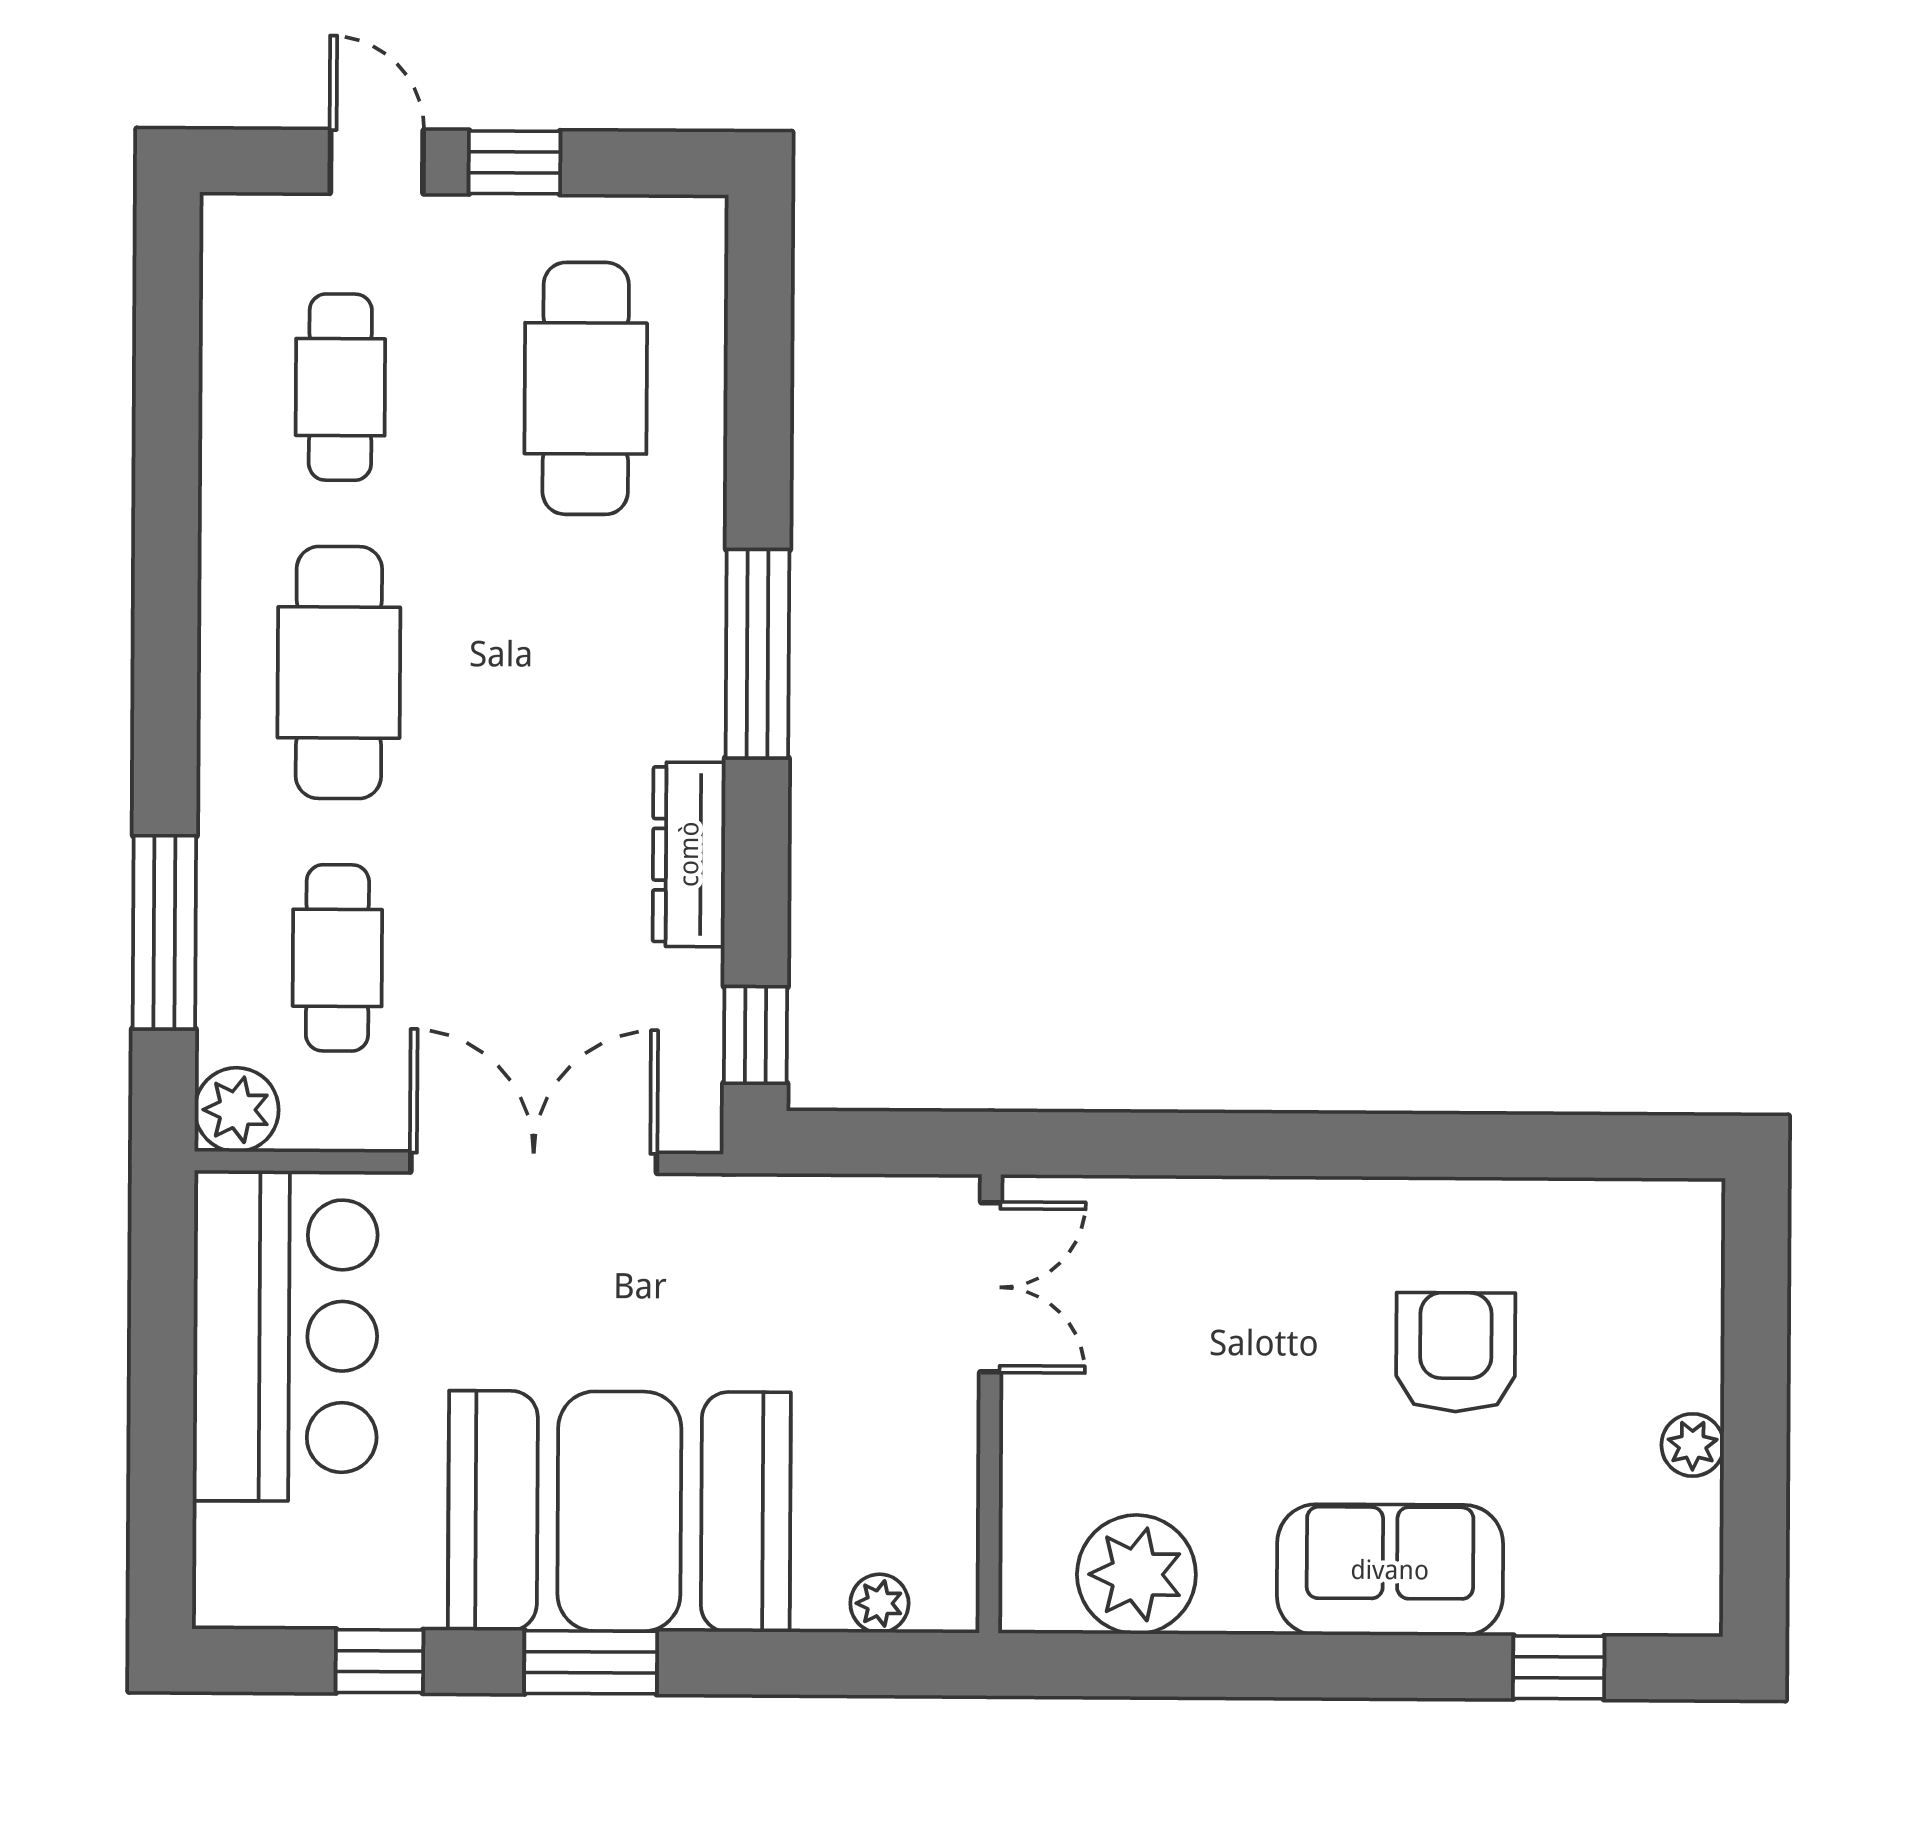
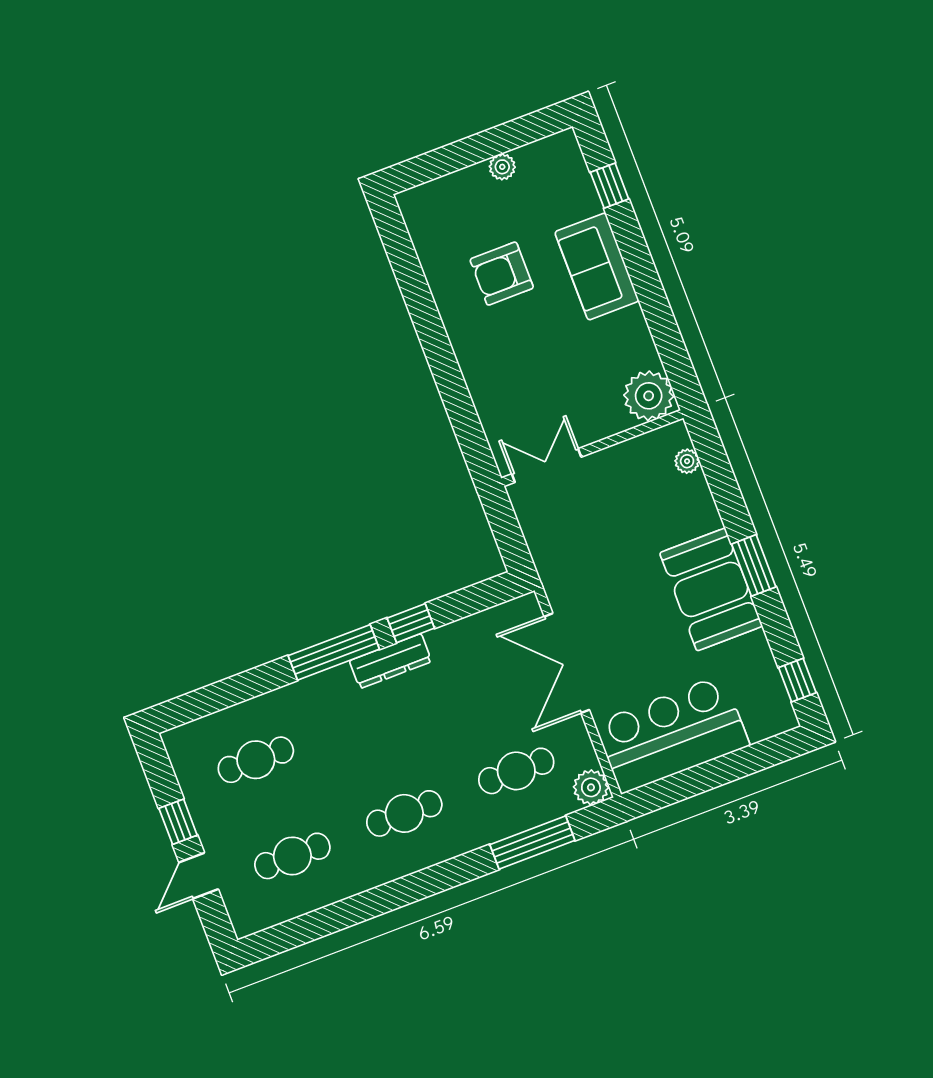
cafe table: (586, 388) -> (256, 760), width x0.73, depth x0.74
cafe table: (339, 672) -> (404, 813), width x0.73, depth x0.74
dresser: (689, 854) -> (390, 661), moved
window: (755, 1035) -> (411, 623), moved
booth: (619, 1511) -> (711, 589), width x0.73, depth x0.70
plant: (1136, 1574) -> (649, 396), moved
window: (379, 1661) -> (797, 680), moved

